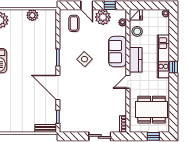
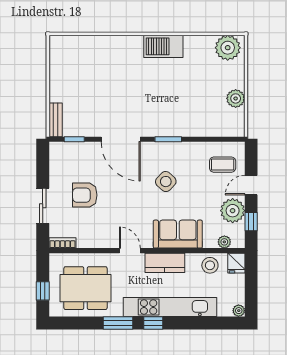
kitchen unit: (163, 56) -> (170, 307), width x1.36
door: (58, 87) -> (121, 139), swing flipped
window: (173, 89) -> (118, 323), added
armchair: (93, 110) -> (85, 195), added
dining table: (152, 110) -> (86, 288), turned 90

